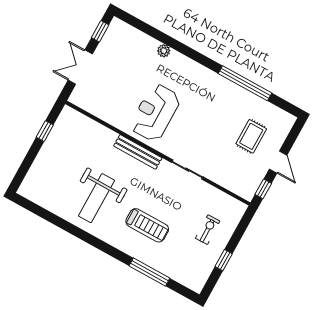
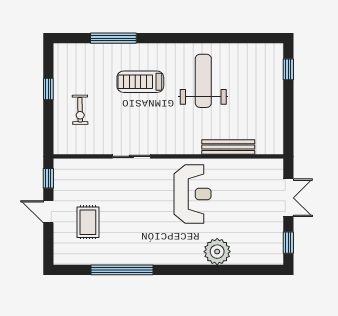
plant: (164, 51) -> (217, 252), width x1.88, depth x1.88
window: (45, 131) -> (288, 69), moved
bench: (138, 152) -> (228, 147), moved

